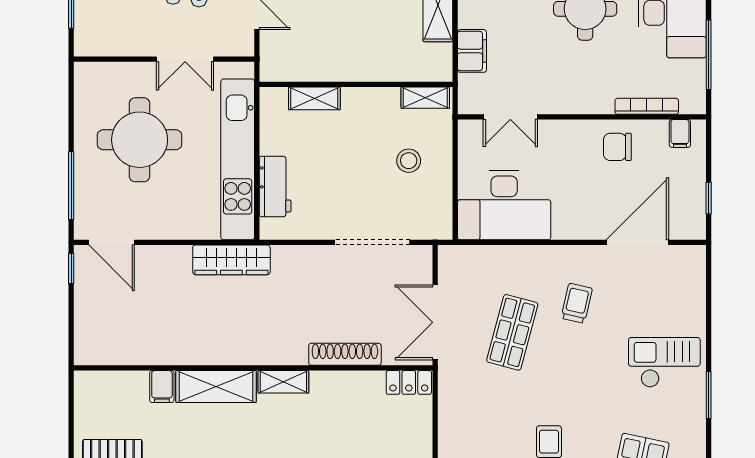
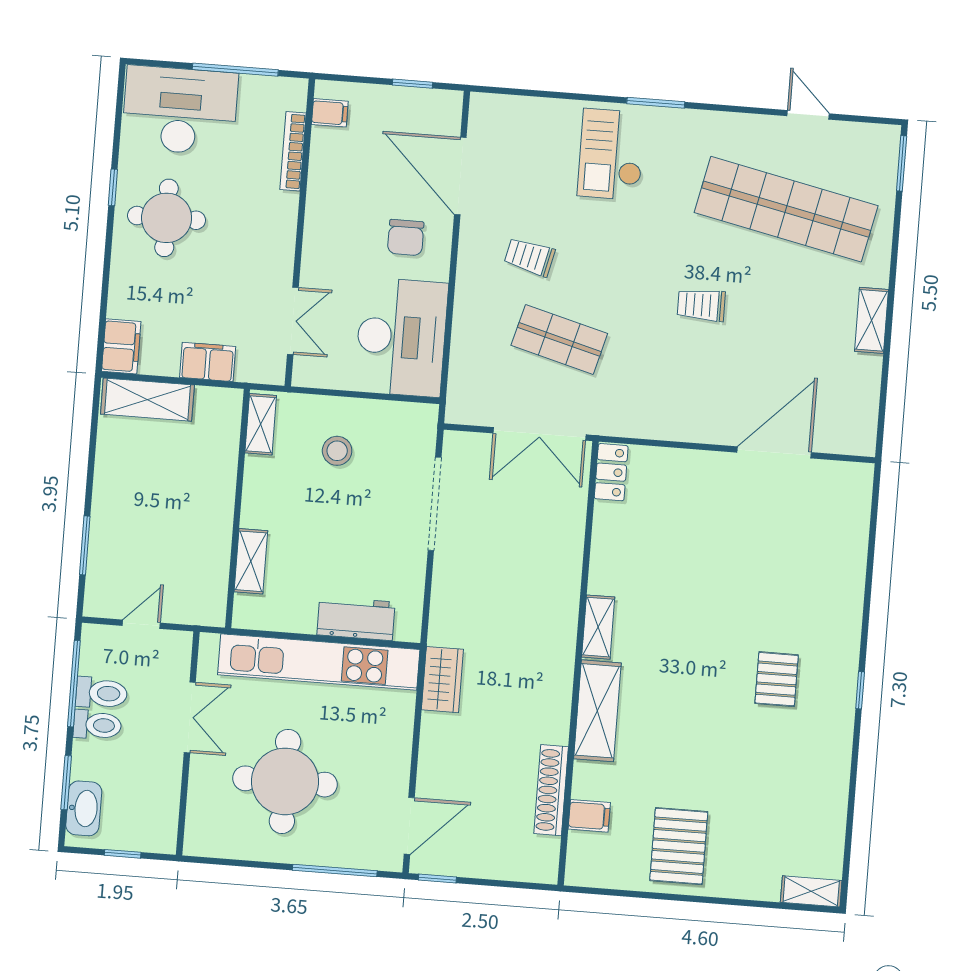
chair: (617, 147) -> (406, 237), moved
wardrobe: (231, 260) -> (442, 680), width x0.67
shoe rack: (345, 354) -> (551, 790), moved
filing cabinet: (162, 387) -> (589, 816), moved

